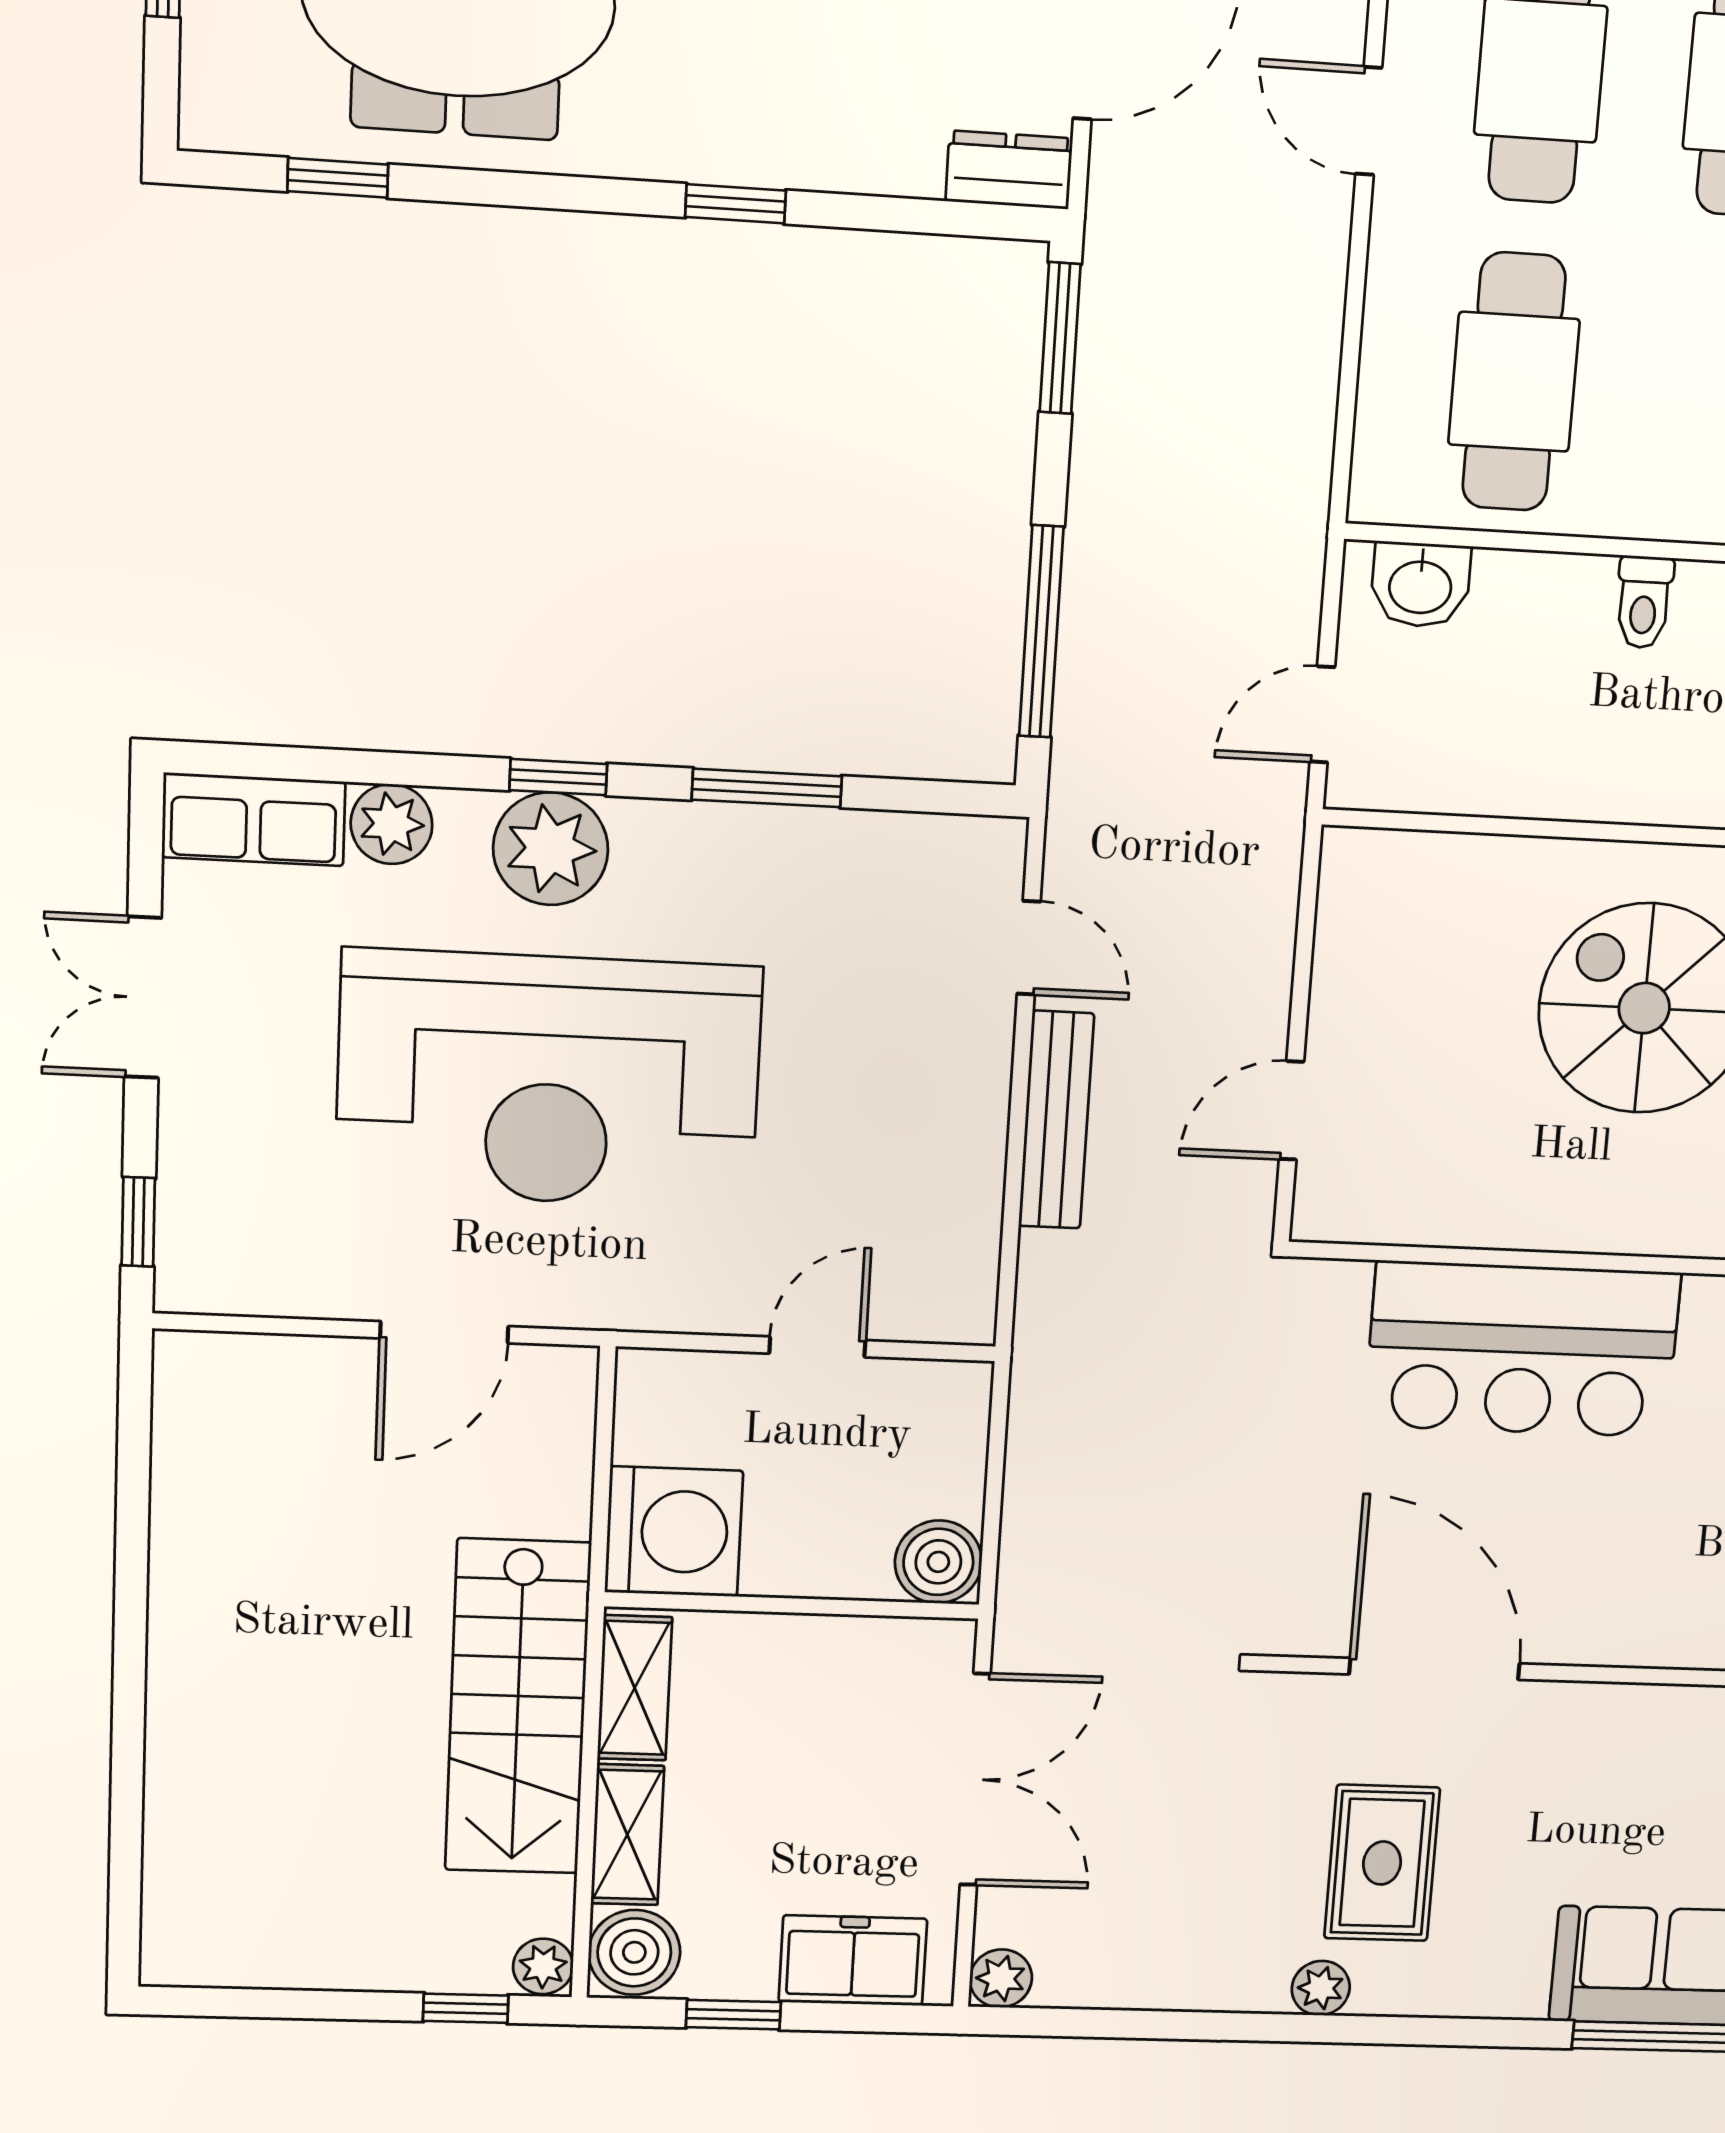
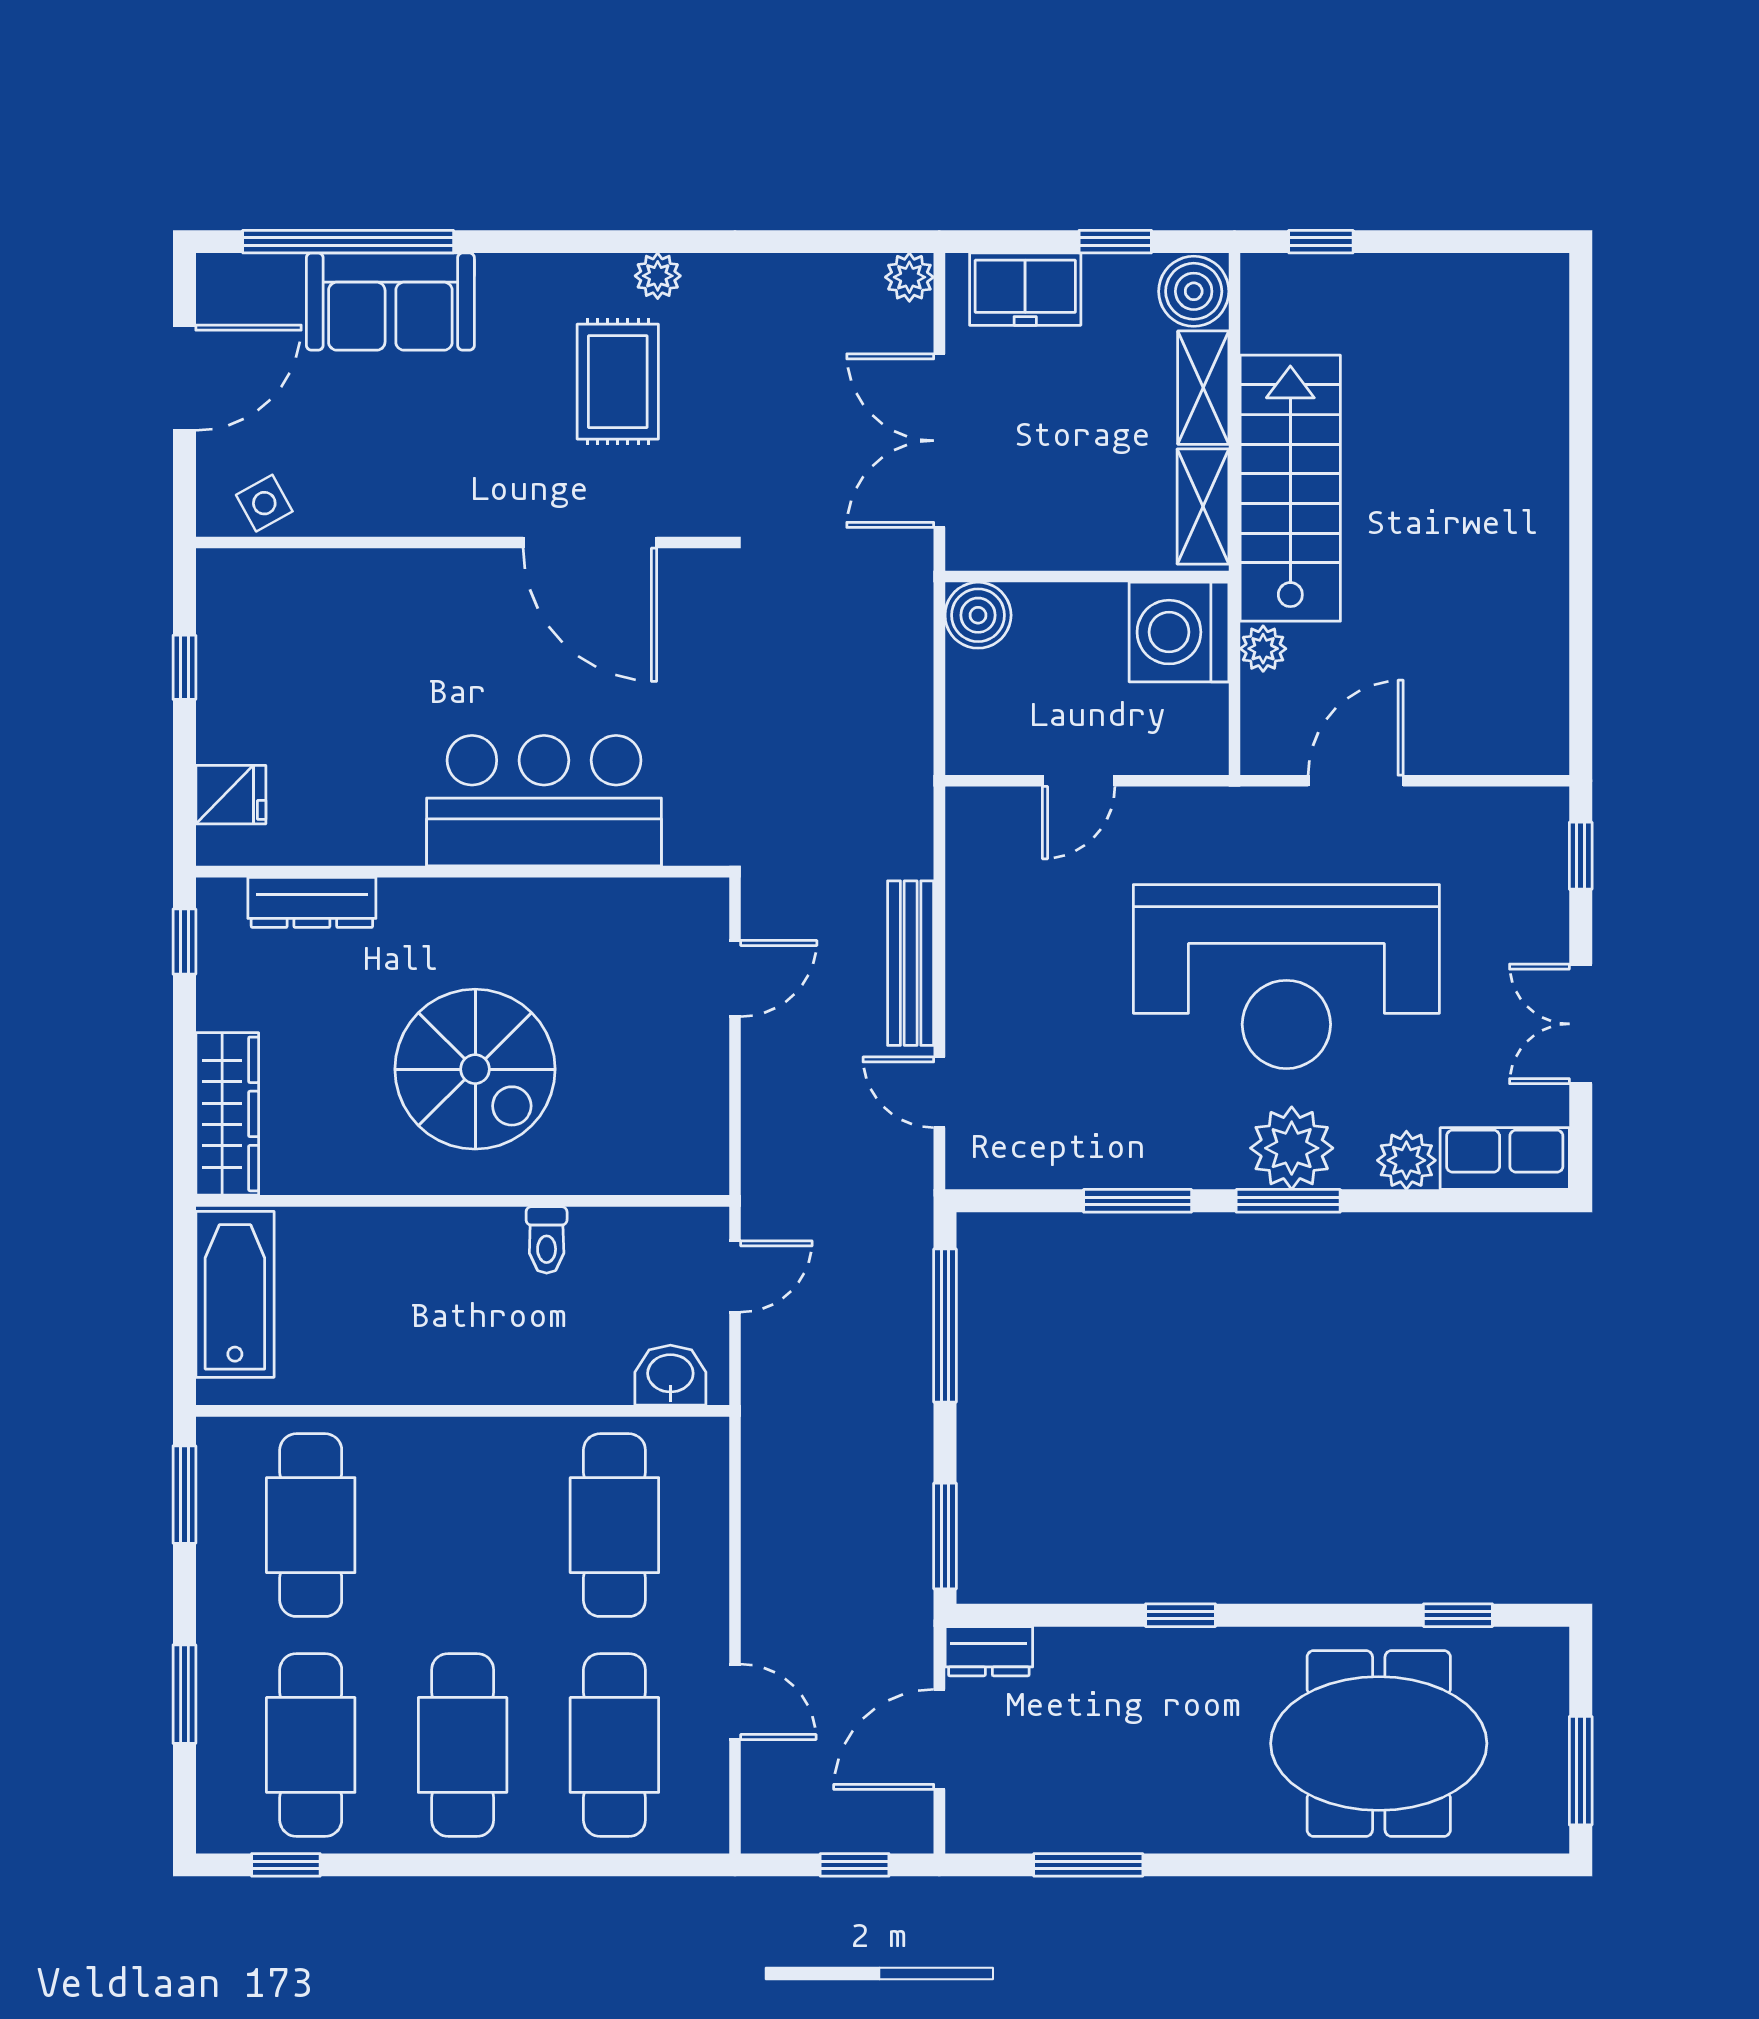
toilet: (1644, 602) -> (547, 1240), moved, turned 180
window: (558, 777) -> (1288, 1201), width x1.50
double door: (143, 997) -> (1581, 1024), swing flipped
reception desk: (549, 1079) -> (1286, 977), turned 180
plant: (543, 1966) -> (1263, 649), moved

